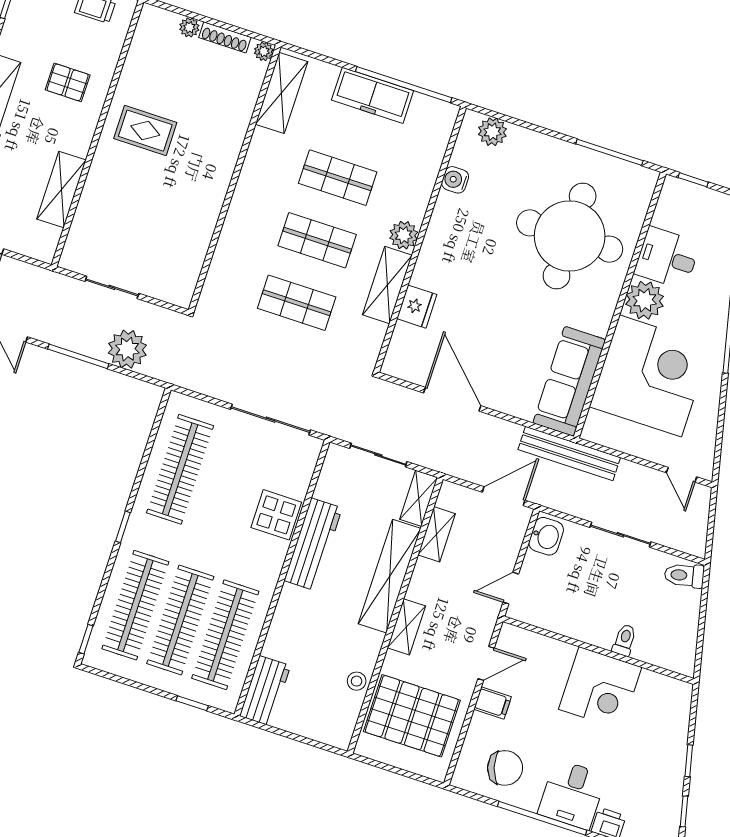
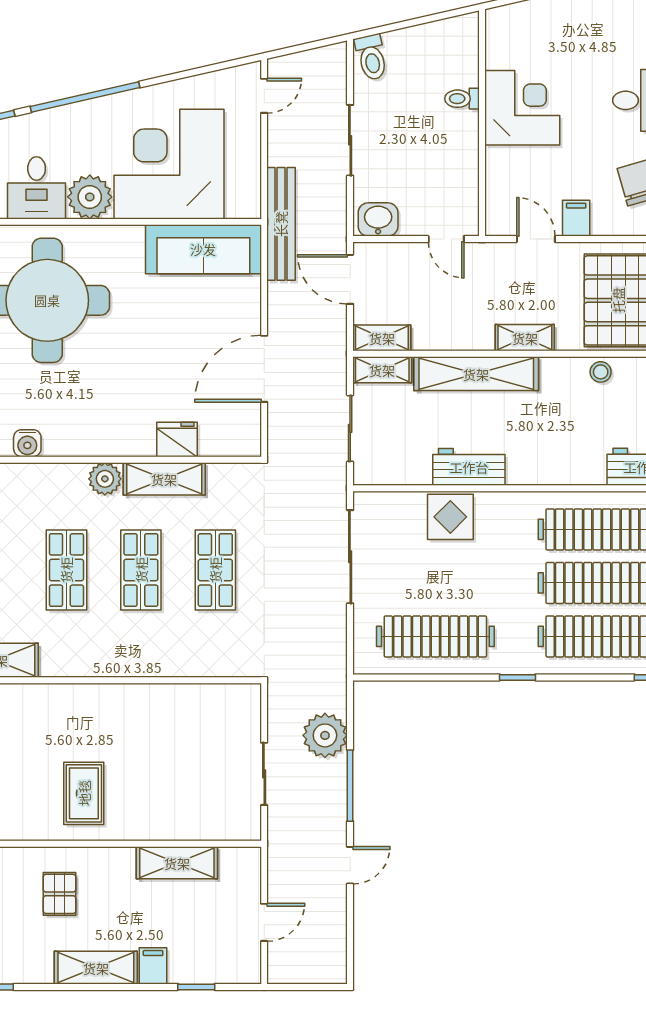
shelving: (437, 534) -> (382, 338), moved
workbench: (313, 544) -> (469, 467), width x0.73

